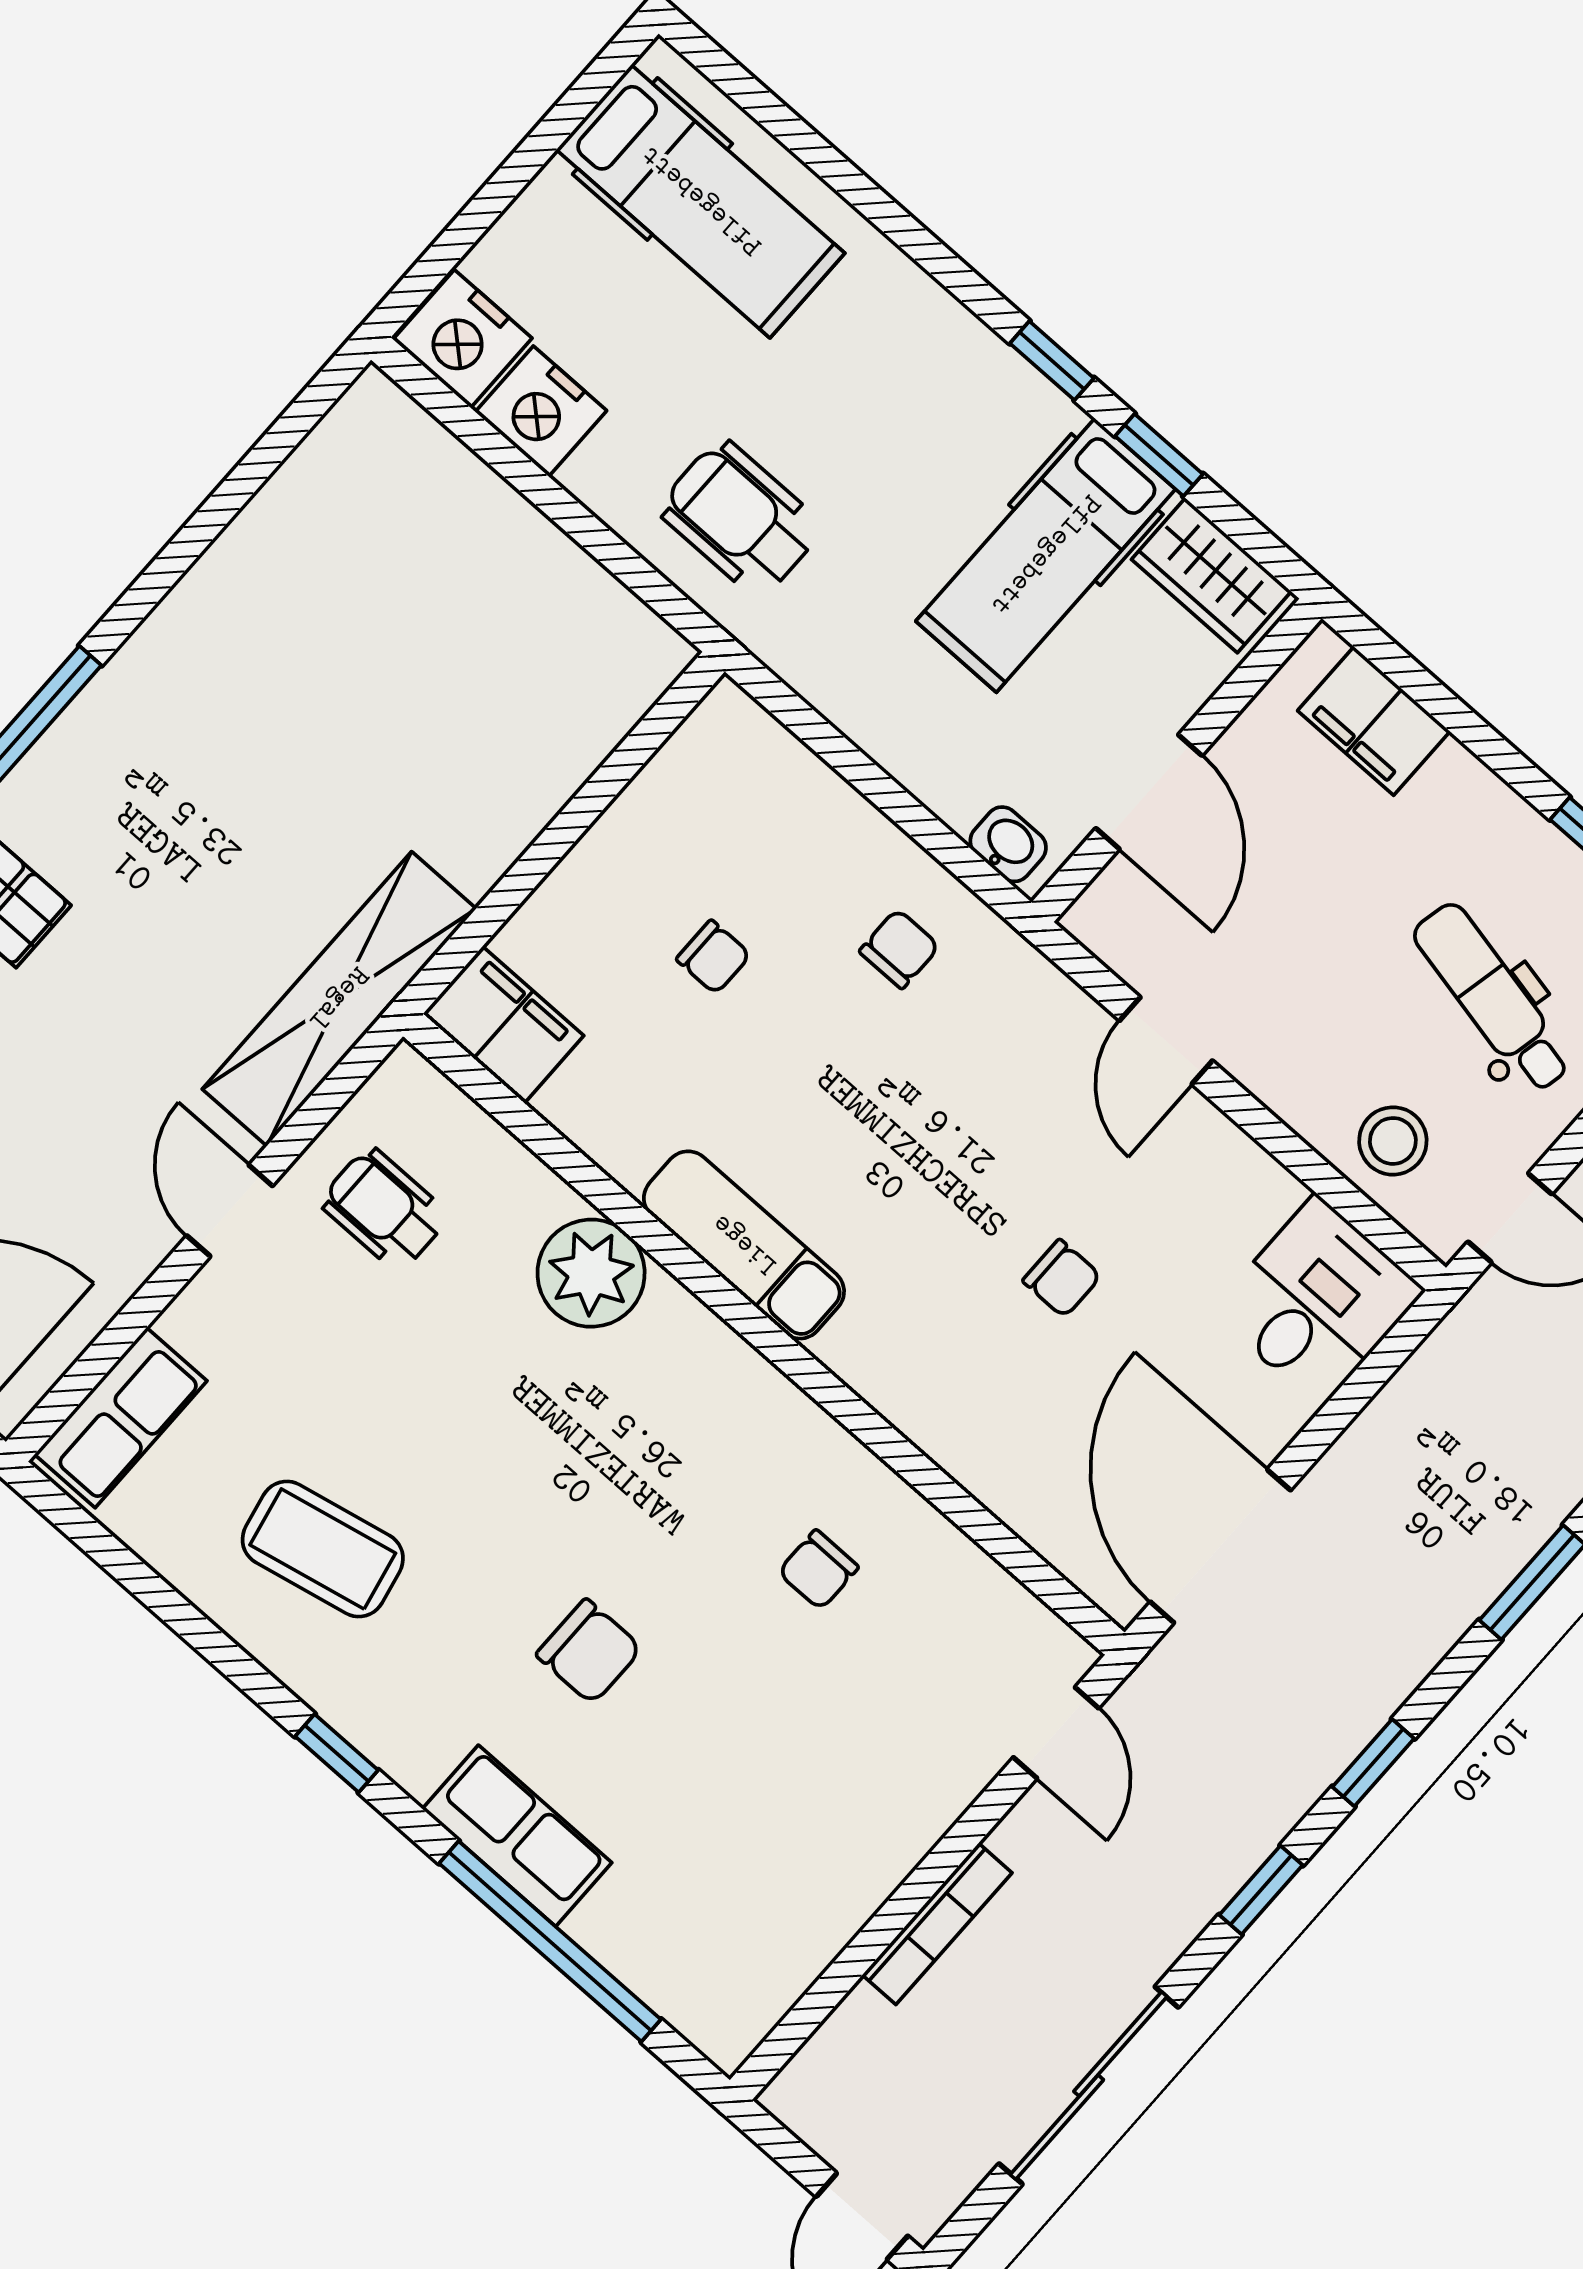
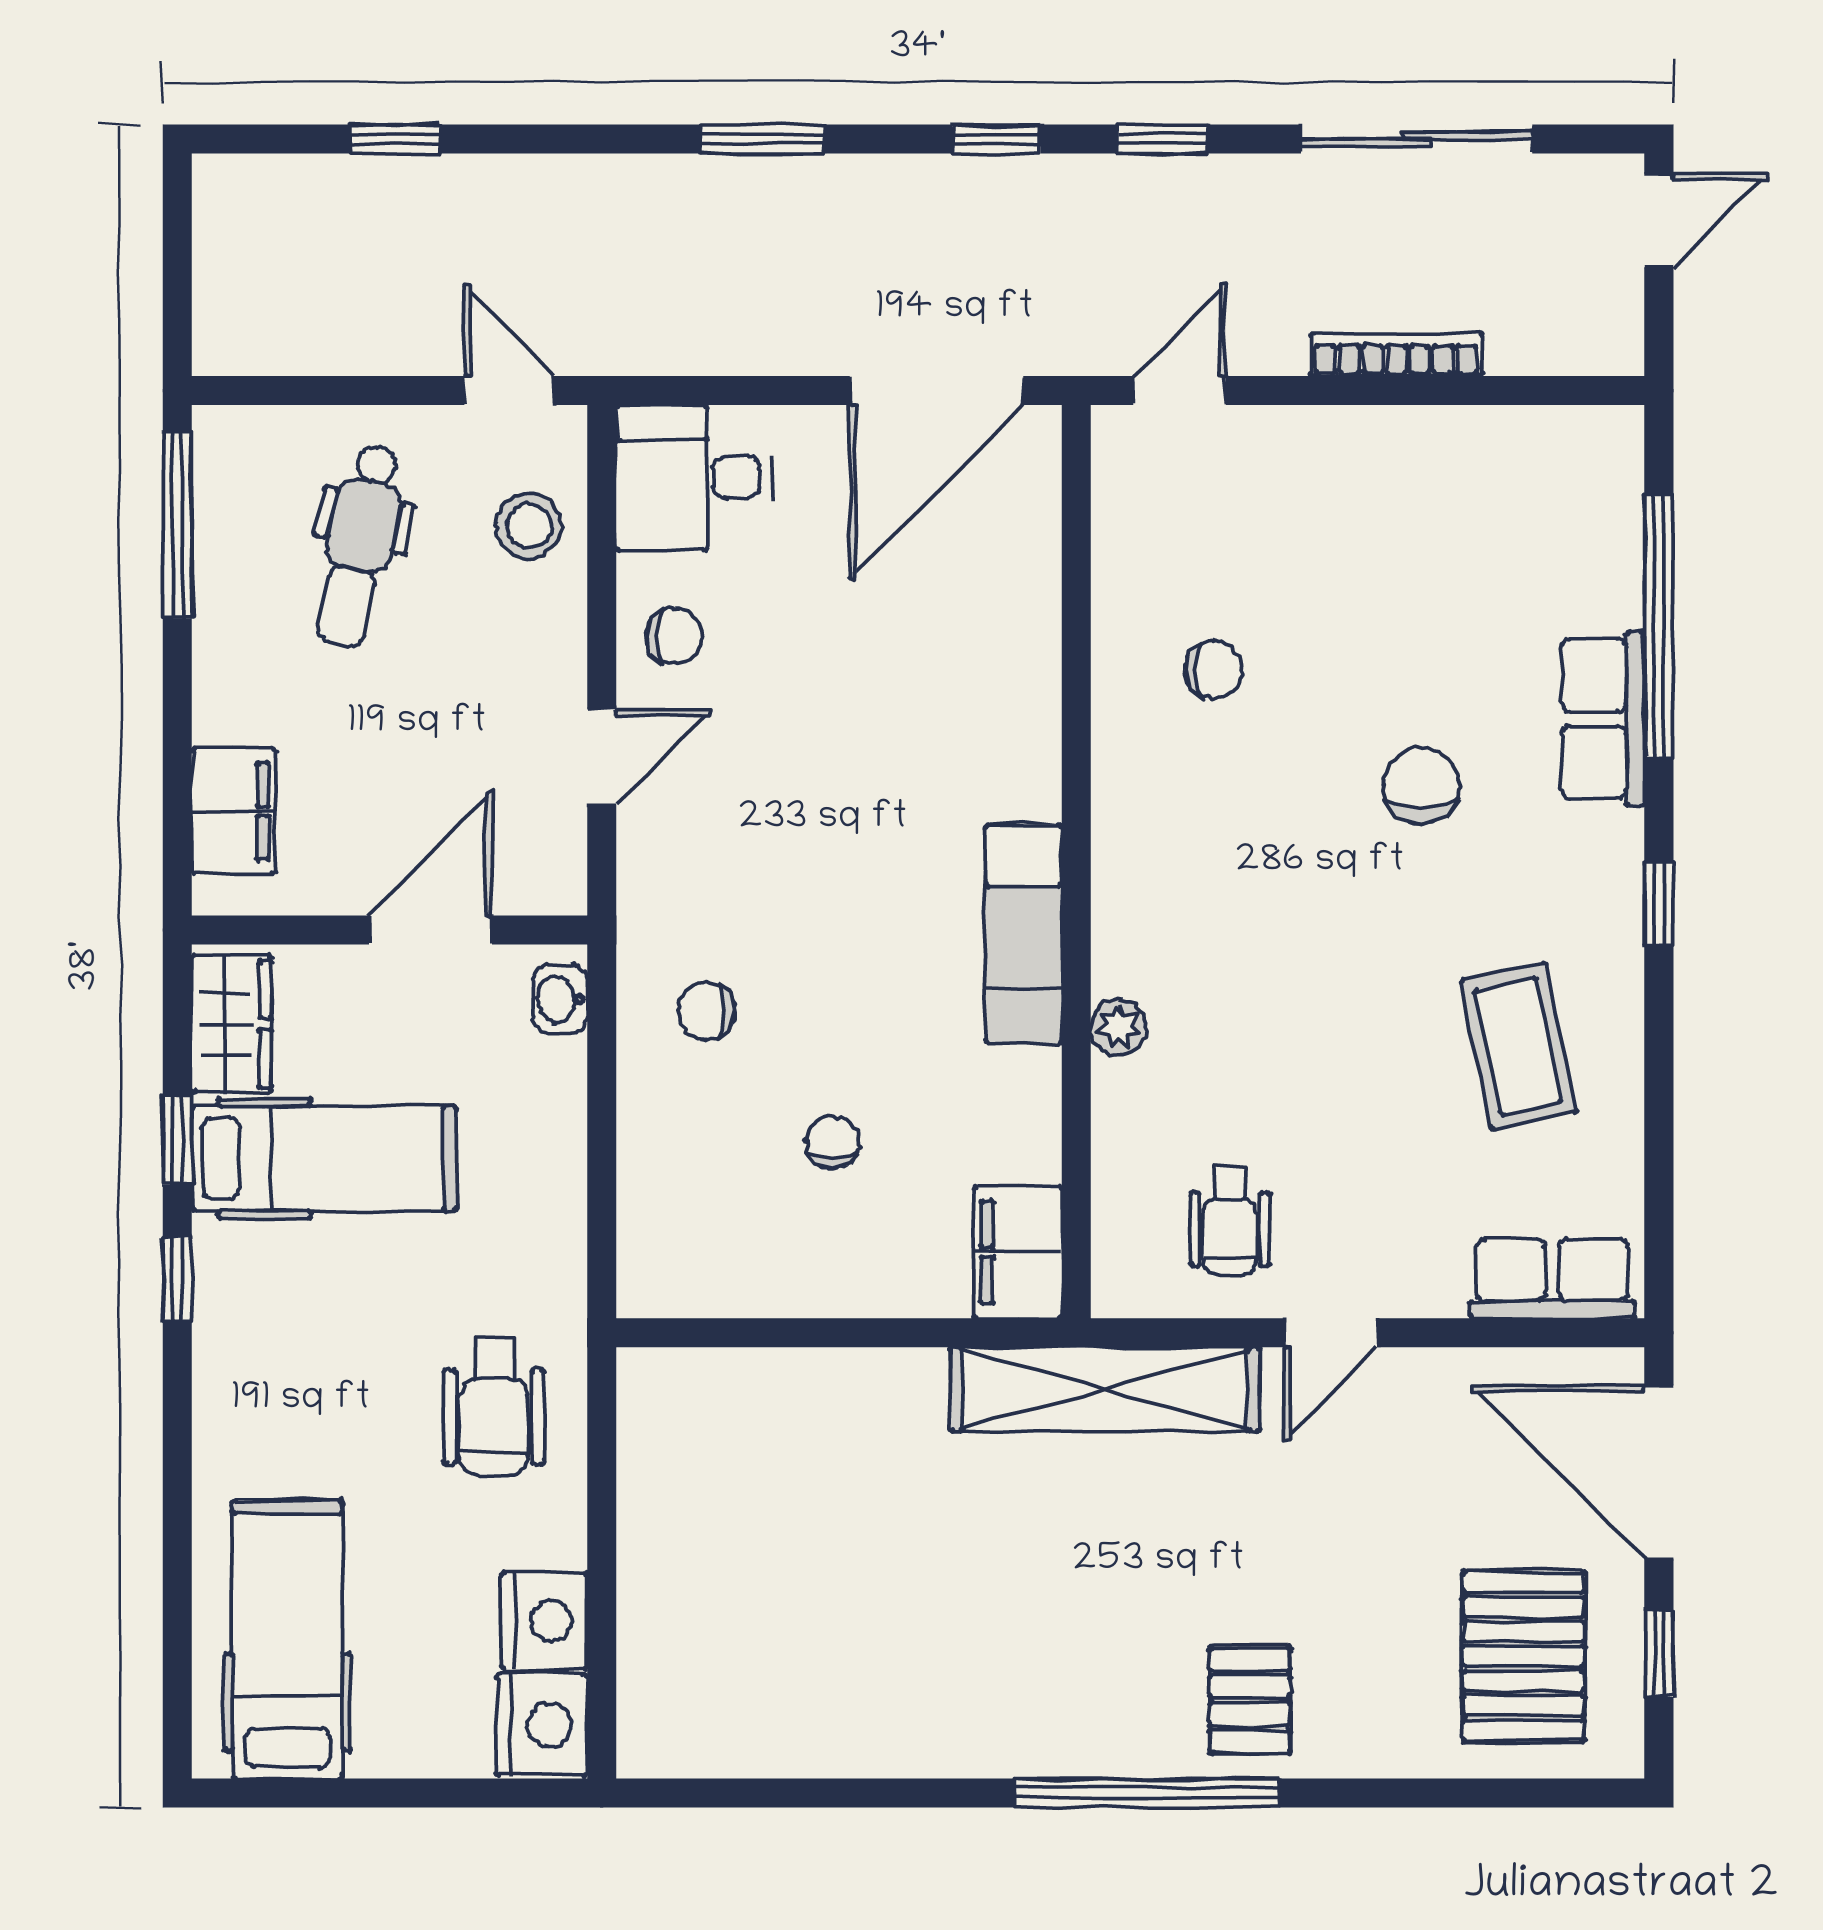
plant: (591, 1273) -> (1119, 1028), width x0.53, depth x0.53
chair: (1062, 1278) -> (674, 636), moved, turned 90

